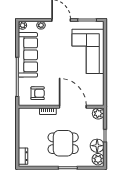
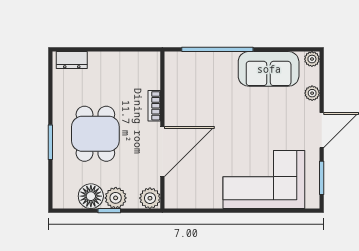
sofa: (28, 55) -> (269, 69), width x0.73
armchair: (38, 93) -> (187, 87), removed
plant: (98, 159) -> (116, 198), moved

